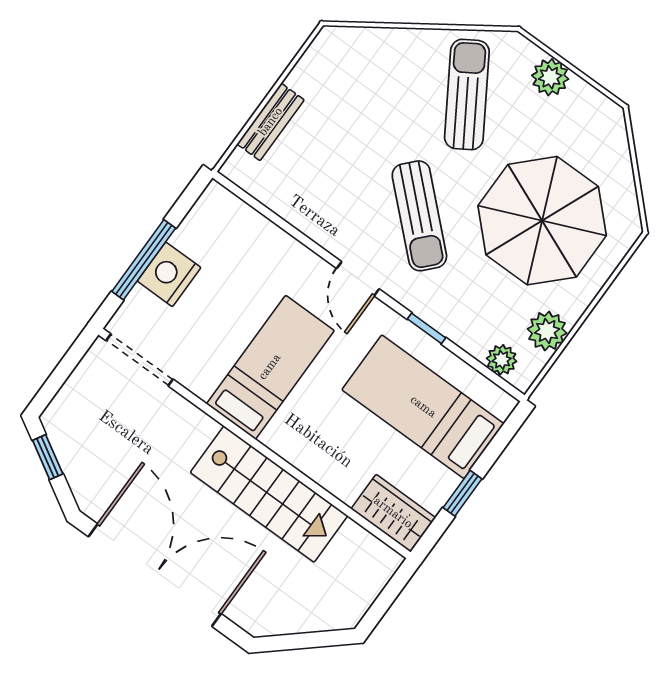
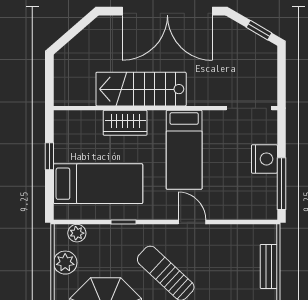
window: (144, 260) -> (281, 184), moved
door: (358, 279) -> (192, 222), moved
wardrobe: (393, 513) -> (125, 123), moved

